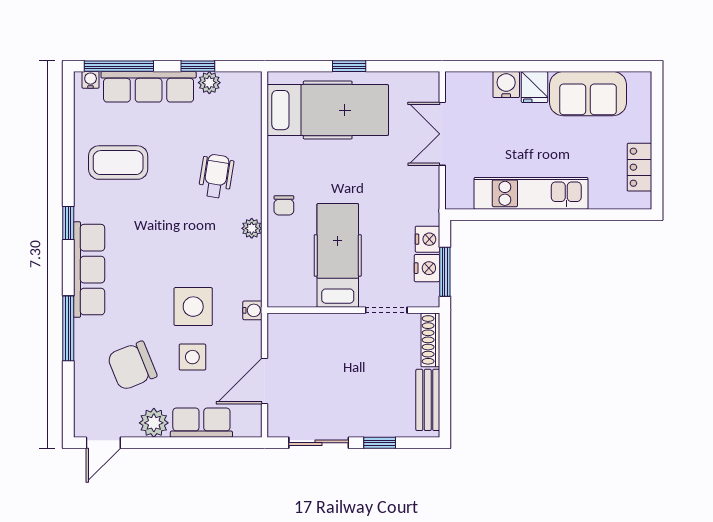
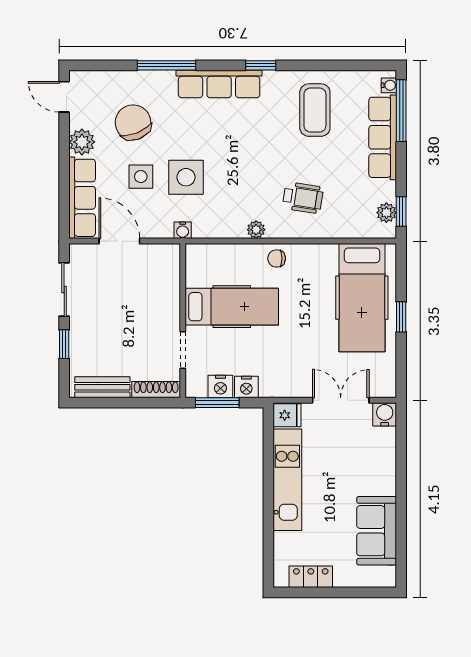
window: (198, 66) -> (401, 211), moved
plant: (209, 83) -> (386, 213), moved
water cooler: (506, 85) -> (385, 414), moved, turned -90
fridge: (535, 87) -> (287, 415), moved, turned 180
row of seats: (201, 423) -> (82, 198), width x1.48

